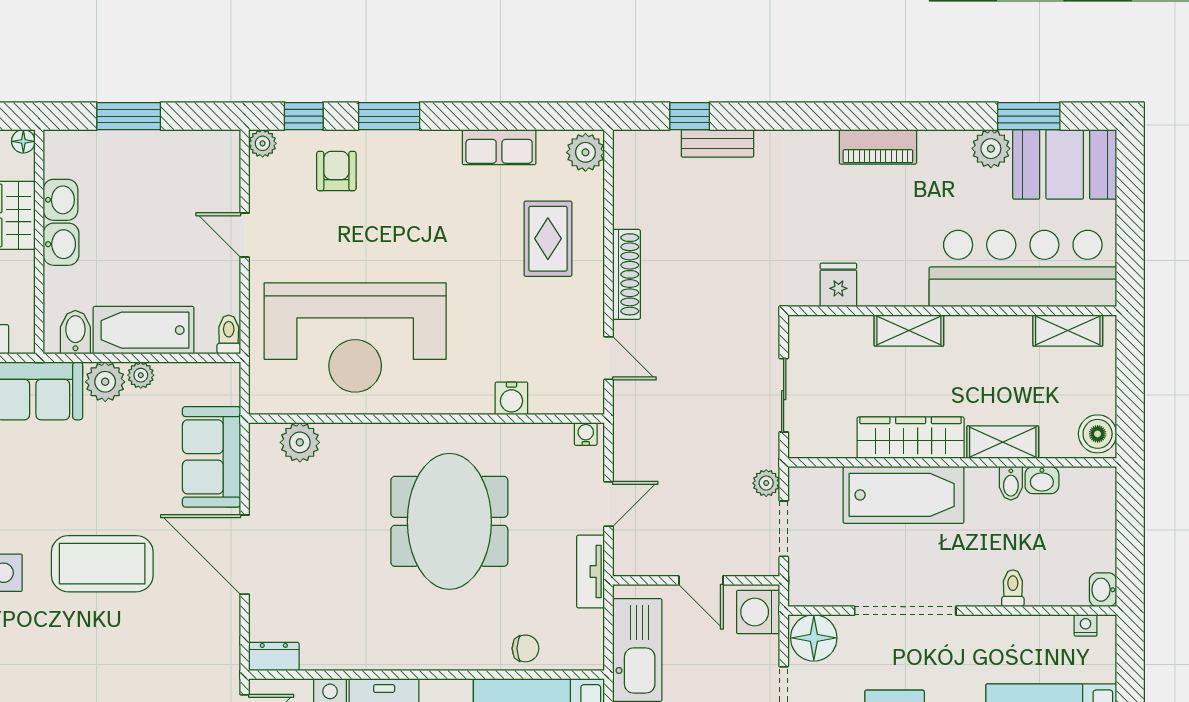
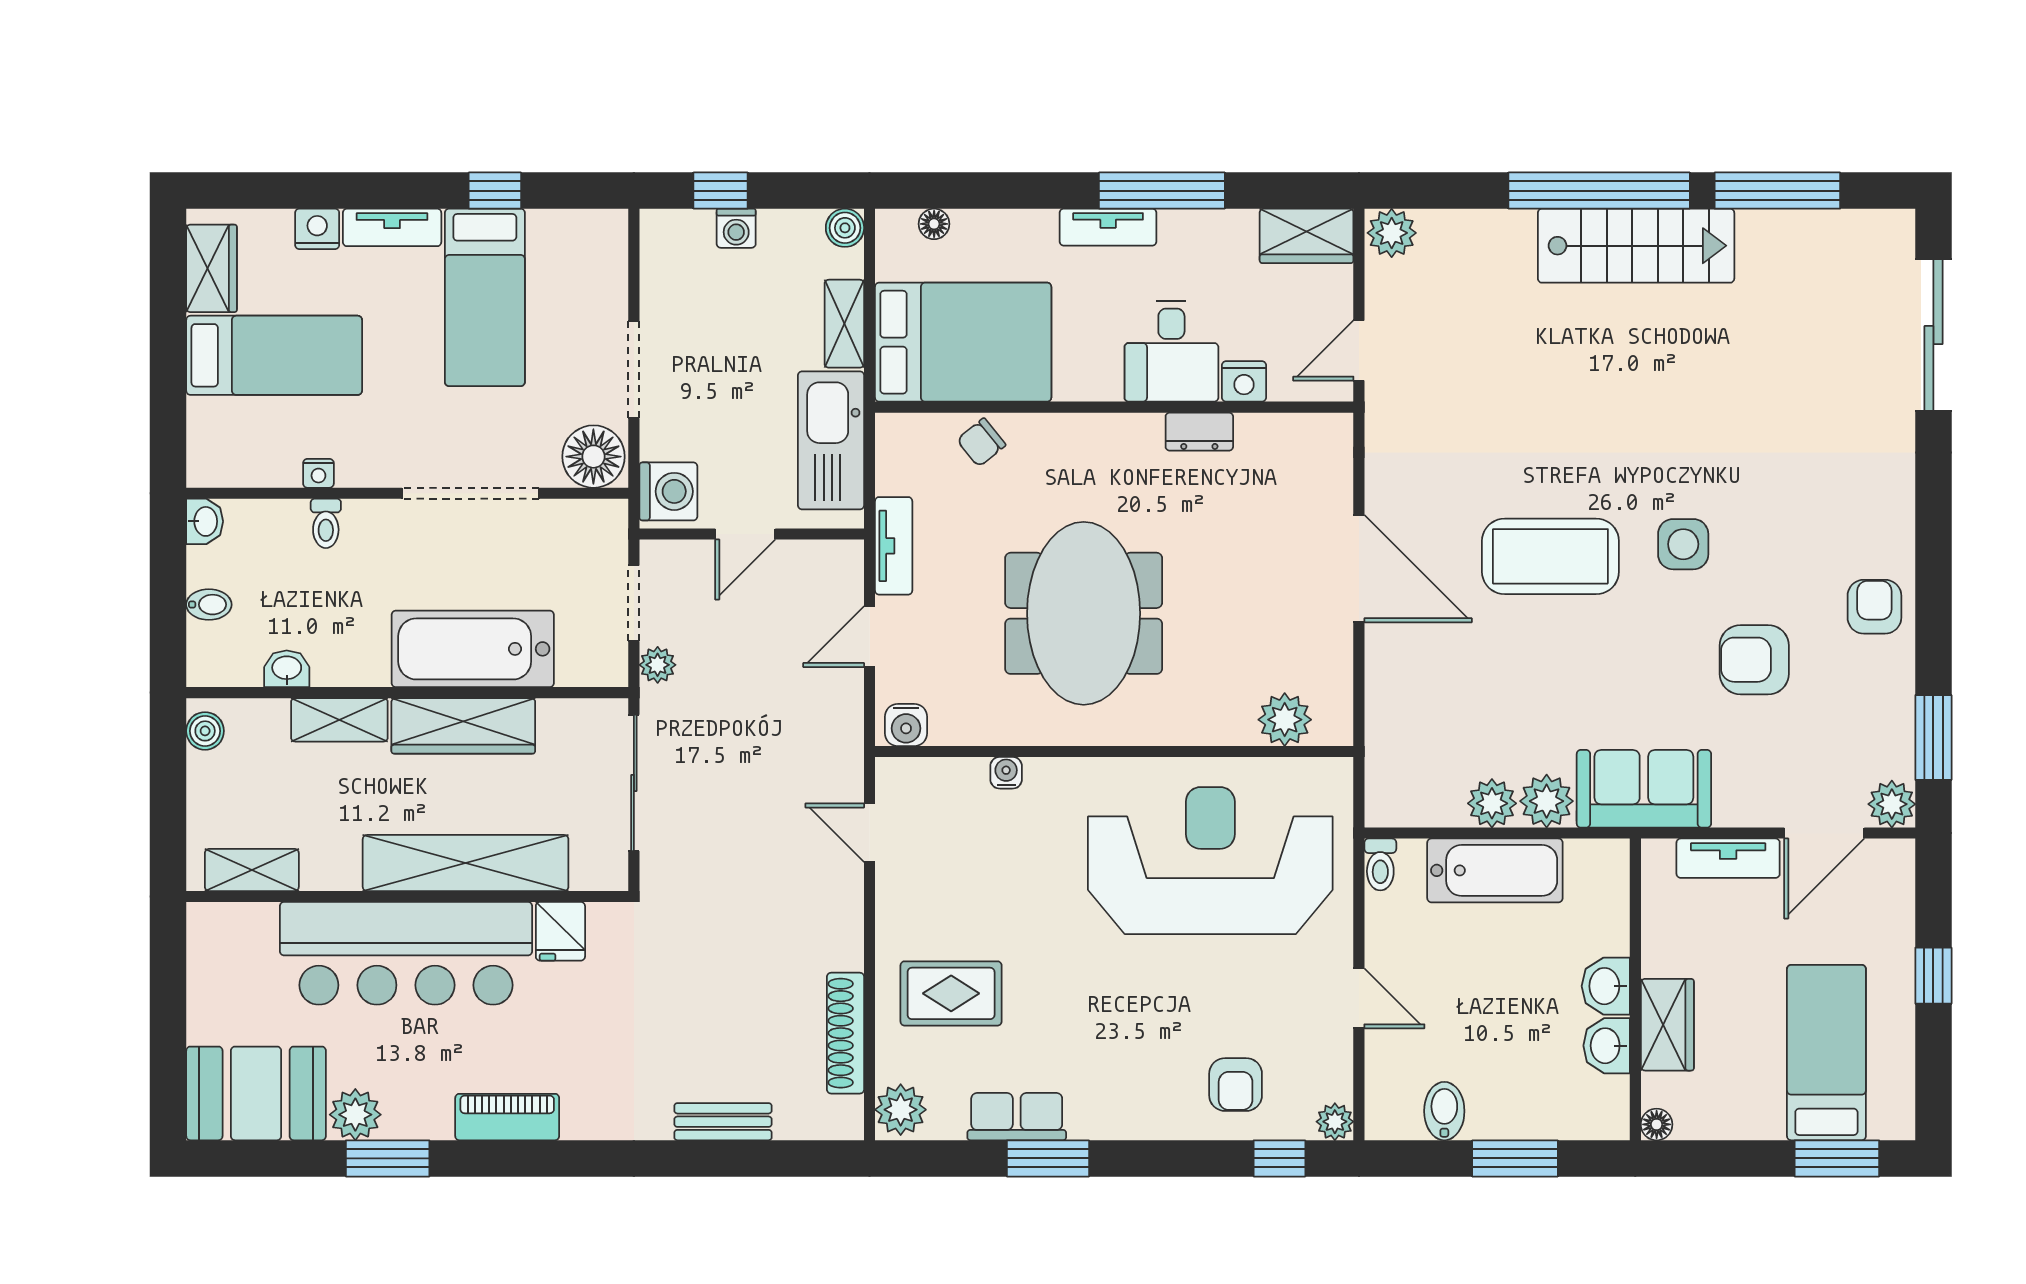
window: (389, 116) -> (1048, 1158), moved
window: (690, 116) -> (760, 1158), removed
window: (1029, 116) -> (388, 1158), moved
rug: (548, 239) -> (951, 993), turned 90
bar counter: (1023, 269) -> (406, 953), moved
shoe rack: (626, 274) -> (845, 1033), moved
shelving: (909, 330) -> (466, 863), width x2.20, depth x1.33
bidet: (75, 332) -> (1444, 1111), moved, turned 180
plant: (141, 375) -> (1492, 803), width x1.38, depth x1.38
sliding door: (784, 395) -> (634, 783), width x1.37
water cooler: (511, 398) -> (1006, 773), width x0.72, depth x0.72
water cooler: (586, 434) -> (906, 725), width x1.38, depth x1.38
boiler: (1098, 434) -> (205, 731), width x0.73, depth x0.73
sofa: (212, 457) -> (1403, 700), removed
bidet: (1011, 483) -> (209, 605), moved, turned 90
door: (701, 580) -> (745, 534), swing flipped
nightstand: (1086, 625) -> (318, 473), moved
chair: (525, 648) -> (981, 442), turned -39
dresser: (274, 656) -> (1199, 432), moved

